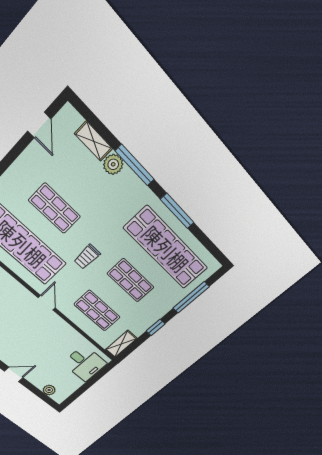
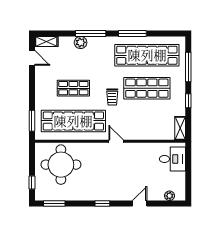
shelving: (94, 141) -> (46, 41), moved
shop shelf: (131, 280) -> (147, 88), width x1.43, depth x1.36
shop shelf: (97, 311) -> (147, 121), removed

